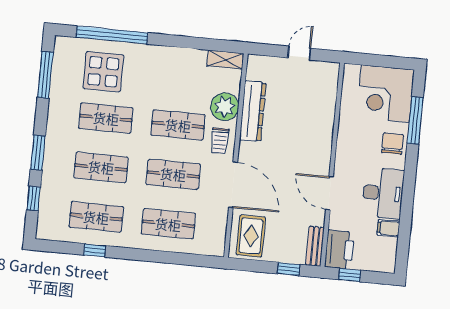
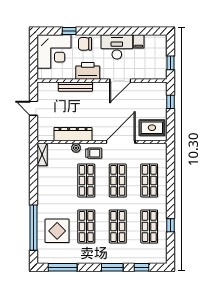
plant: (225, 107) -> (76, 148), width x0.53, depth x0.53
window: (415, 121) -> (69, 31), width x0.46
bench: (315, 246) -> (75, 87), moved, width x1.36
printer: (339, 250) -> (88, 71), moved

